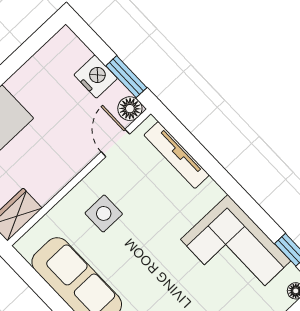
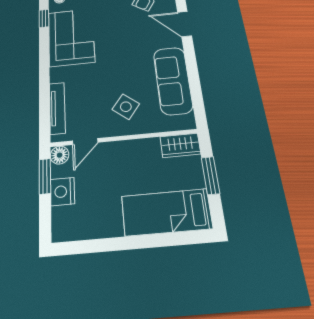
side table: (104, 213) -> (126, 107), turned 38

